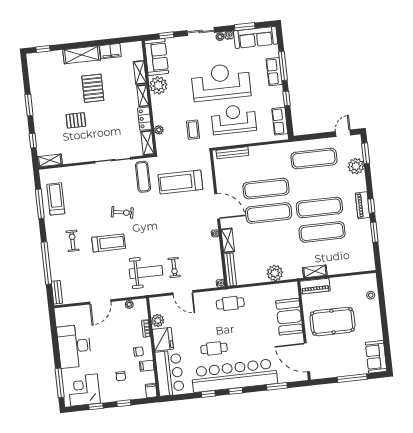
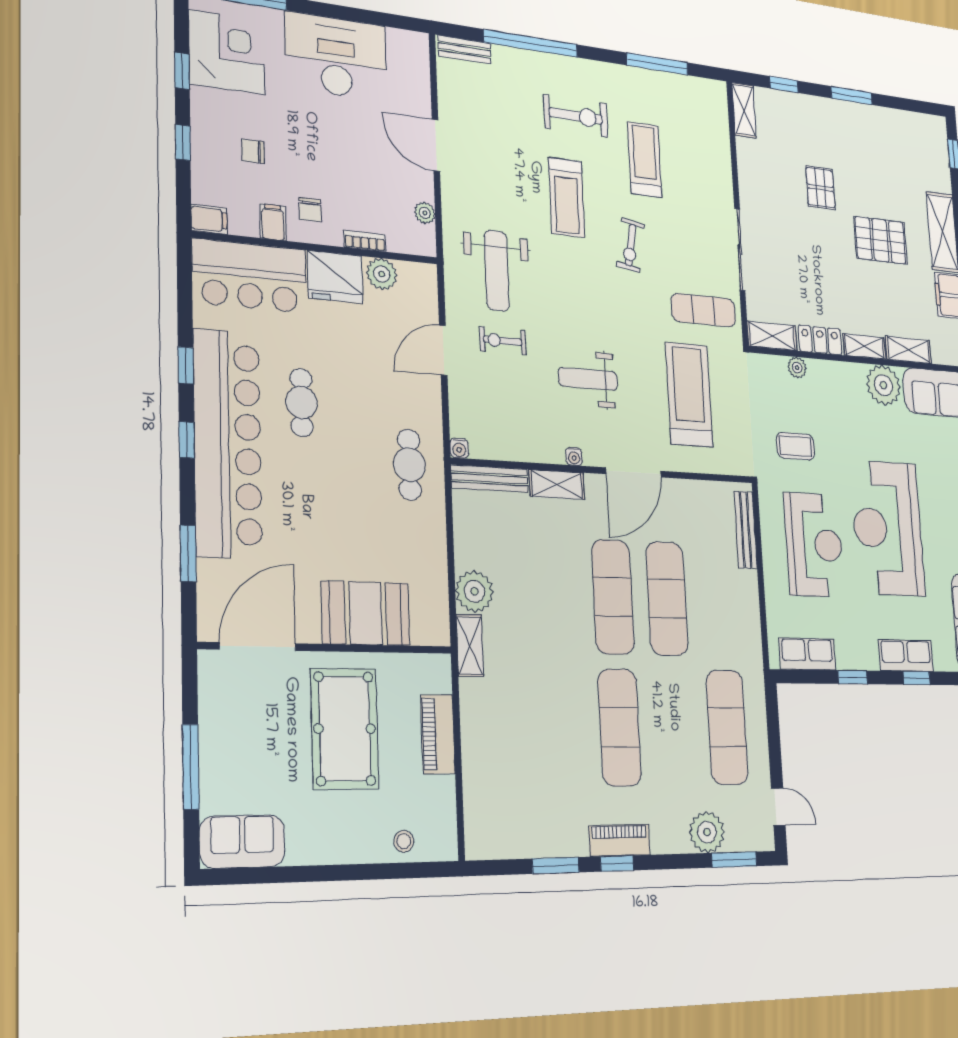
window: (283, 66) -> (916, 678), width x0.46
reception desk: (221, 82) -> (888, 528), turned 180
treadmill: (56, 199) -> (645, 159), moved, turned -90
weight bench: (182, 229) -> (588, 379), added
exercise mat: (322, 232) -> (563, 727), removed
exercise bike: (73, 241) -> (576, 116), width x1.38, depth x1.39
shelving: (315, 271) -> (470, 645), moved
piano: (315, 286) -> (438, 734), moved

